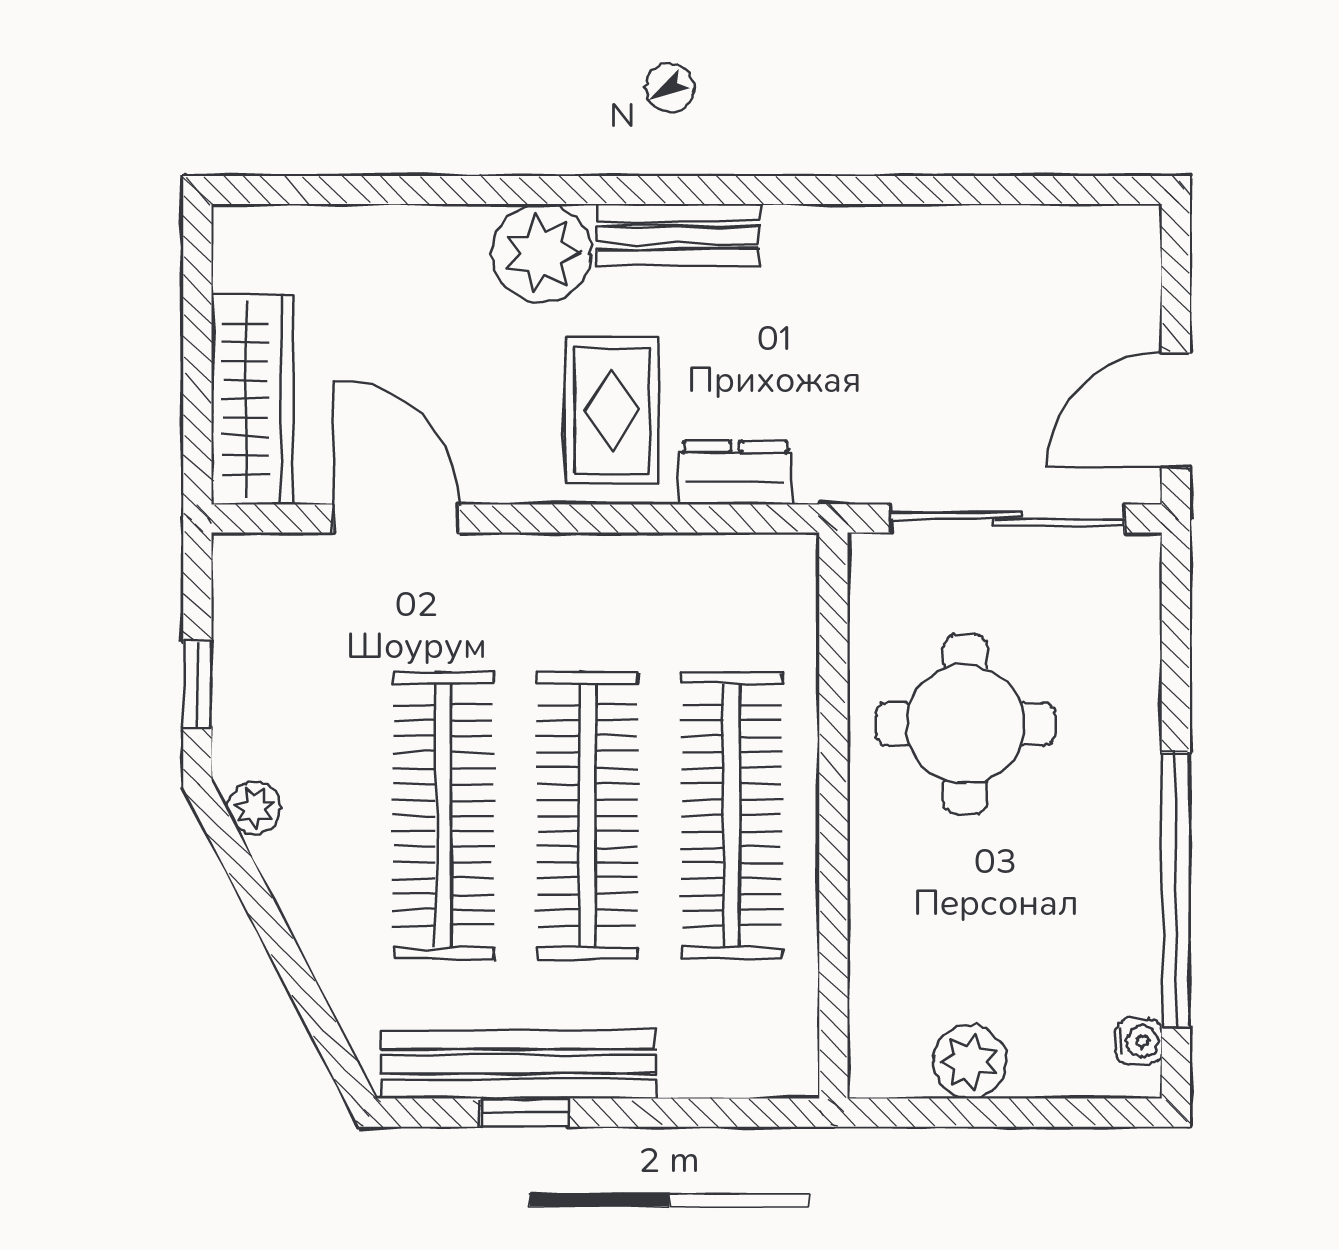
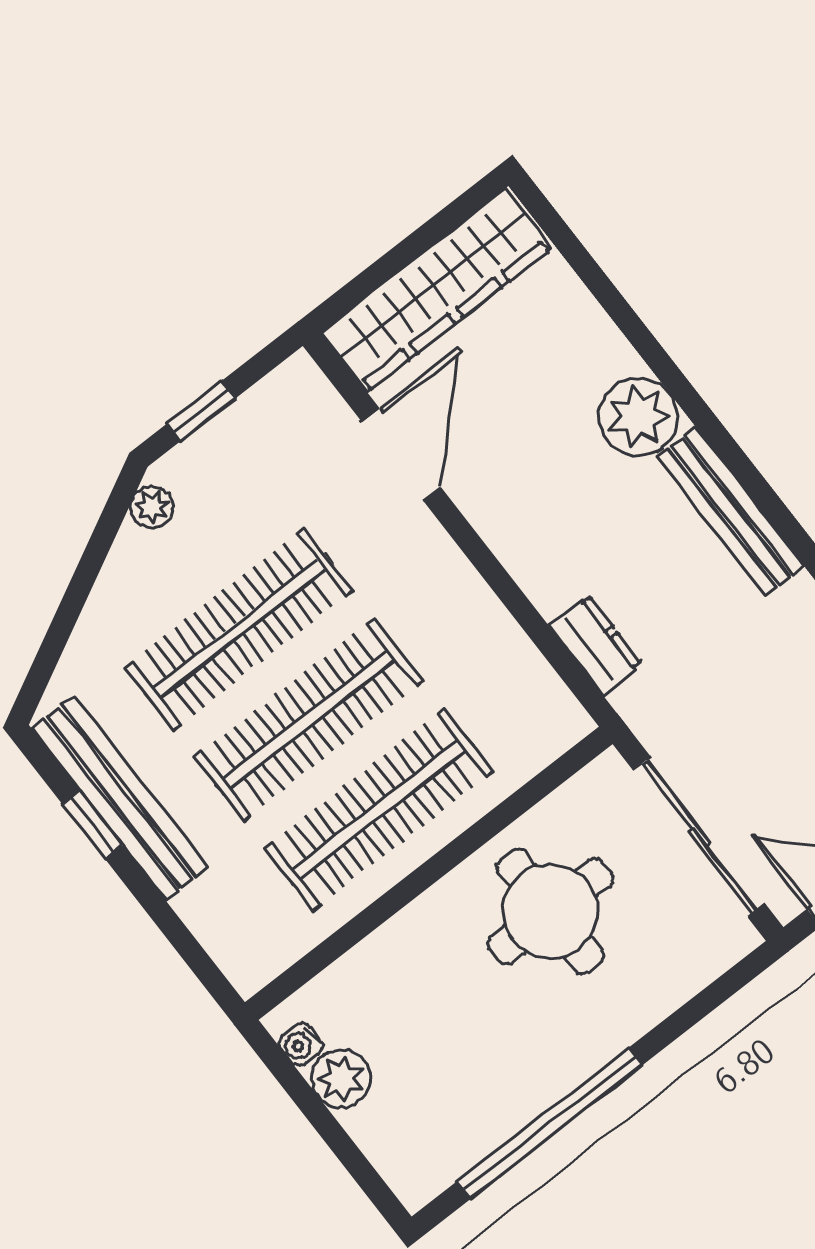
bench: (678, 235) -> (731, 512), width x1.36
wardrobe: (252, 399) -> (436, 290), width x1.40, depth x1.17
rug: (612, 411) -> (574, 537), removed
water cooler: (1139, 1041) -> (300, 1044), moved, turned 90

